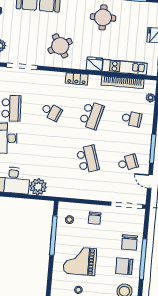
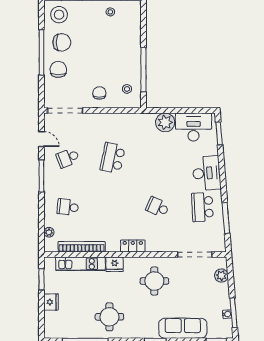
round table: (60, 46) -> (154, 281), turned 31
school desk: (92, 115) -> (113, 207), removed
school desk: (88, 159) -> (113, 158), turned 30
grand piano: (80, 261) -> (111, 44), removed

